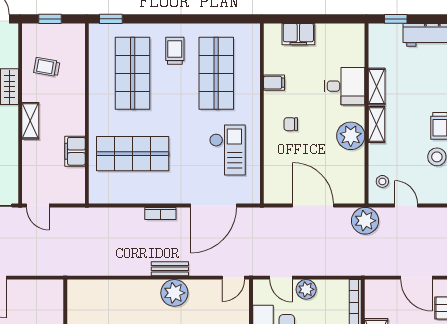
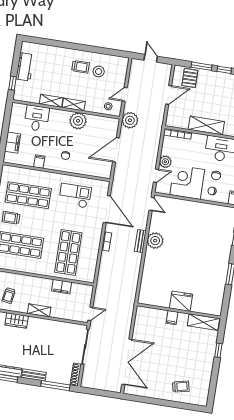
desk: (344, 86) -> (37, 118), moved

